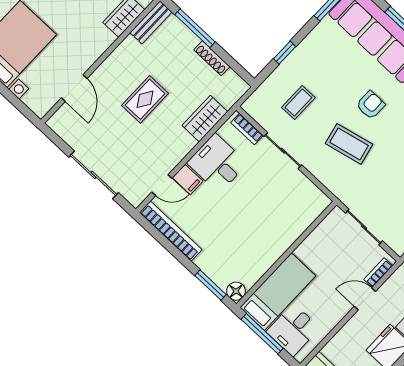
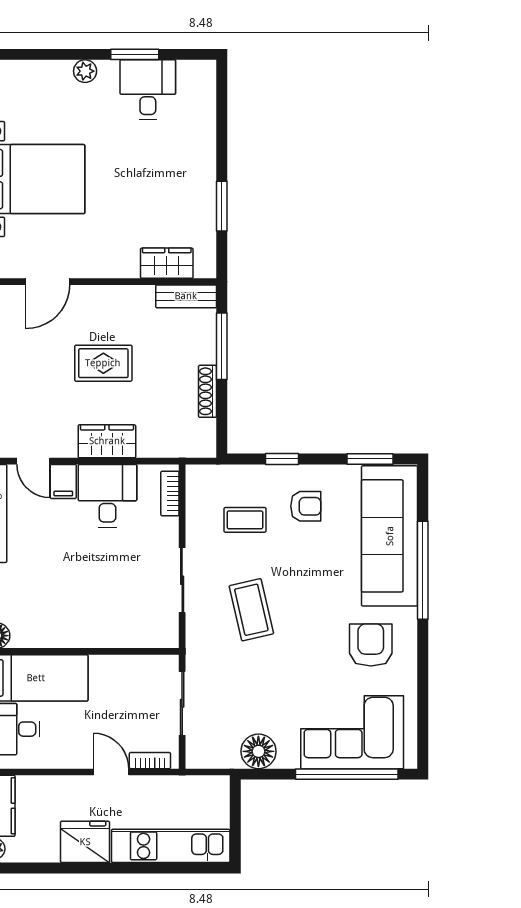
armchair: (371, 105) -> (306, 506), moved
wardrobe: (205, 119) -> (107, 441), moved
sliding door: (283, 151) -> (182, 580), moved

